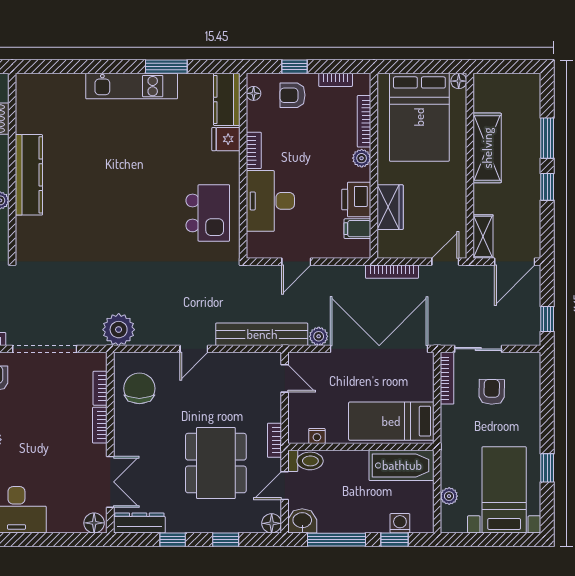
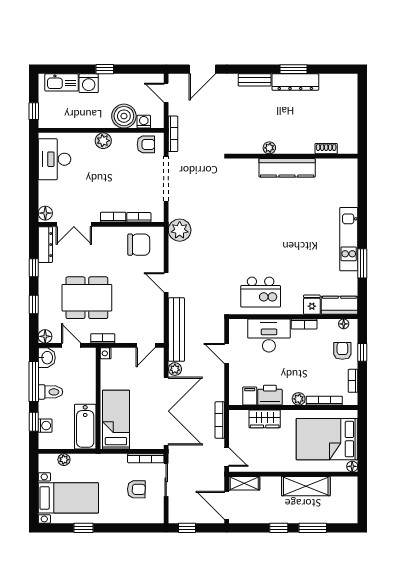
nightstand: (317, 436) -> (106, 353), moved
toilet: (305, 461) -> (50, 392), moved, turned -90

